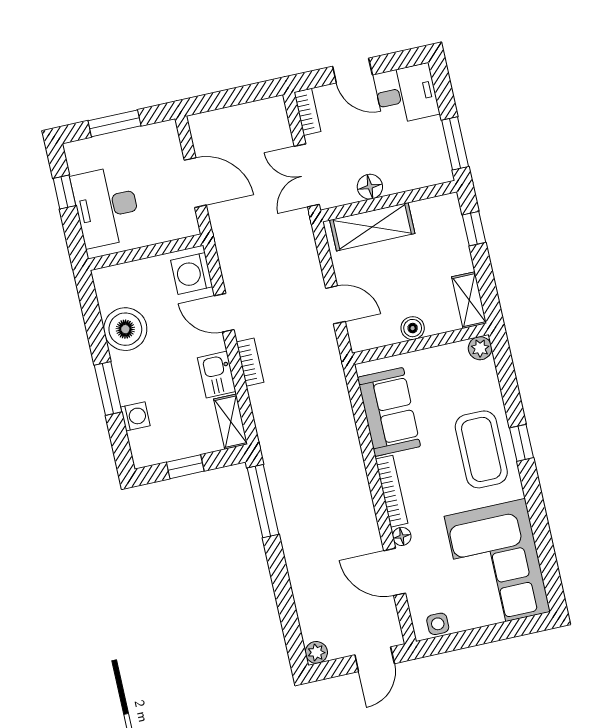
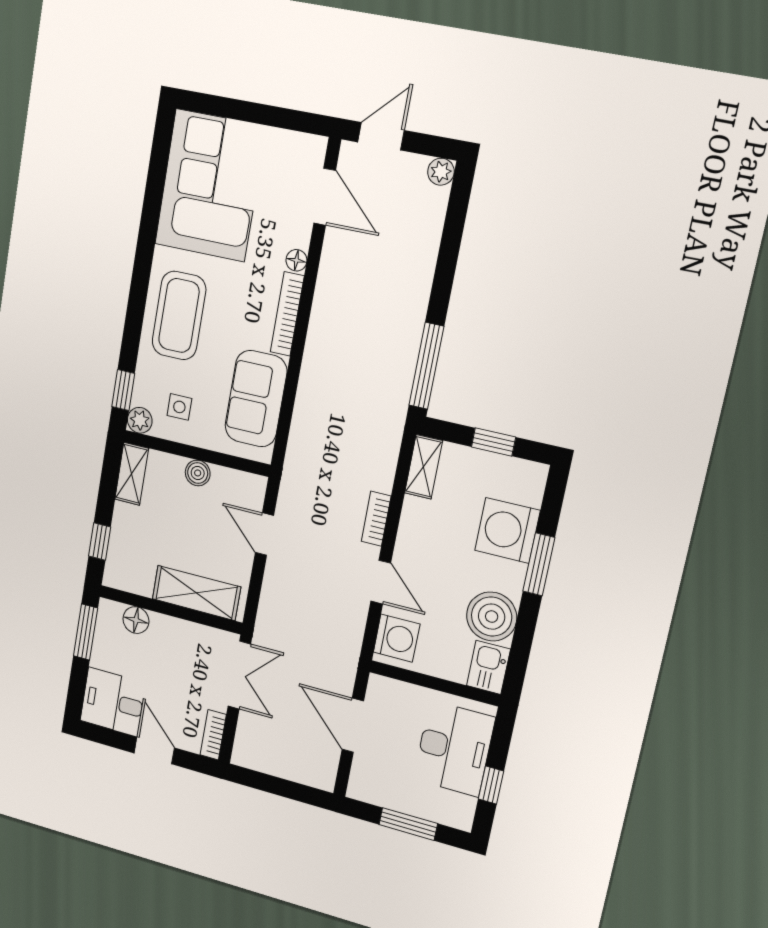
floor lamp: (370, 187) -> (136, 620), moved
kitchen sink: (217, 375) -> (488, 667), moved, turned 180
washing machine: (135, 416) -> (507, 530), width x1.89, depth x1.89
window: (521, 443) -> (123, 390), moved
door: (395, 572) -> (325, 197), moved
side table: (438, 624) -> (179, 407), moved

